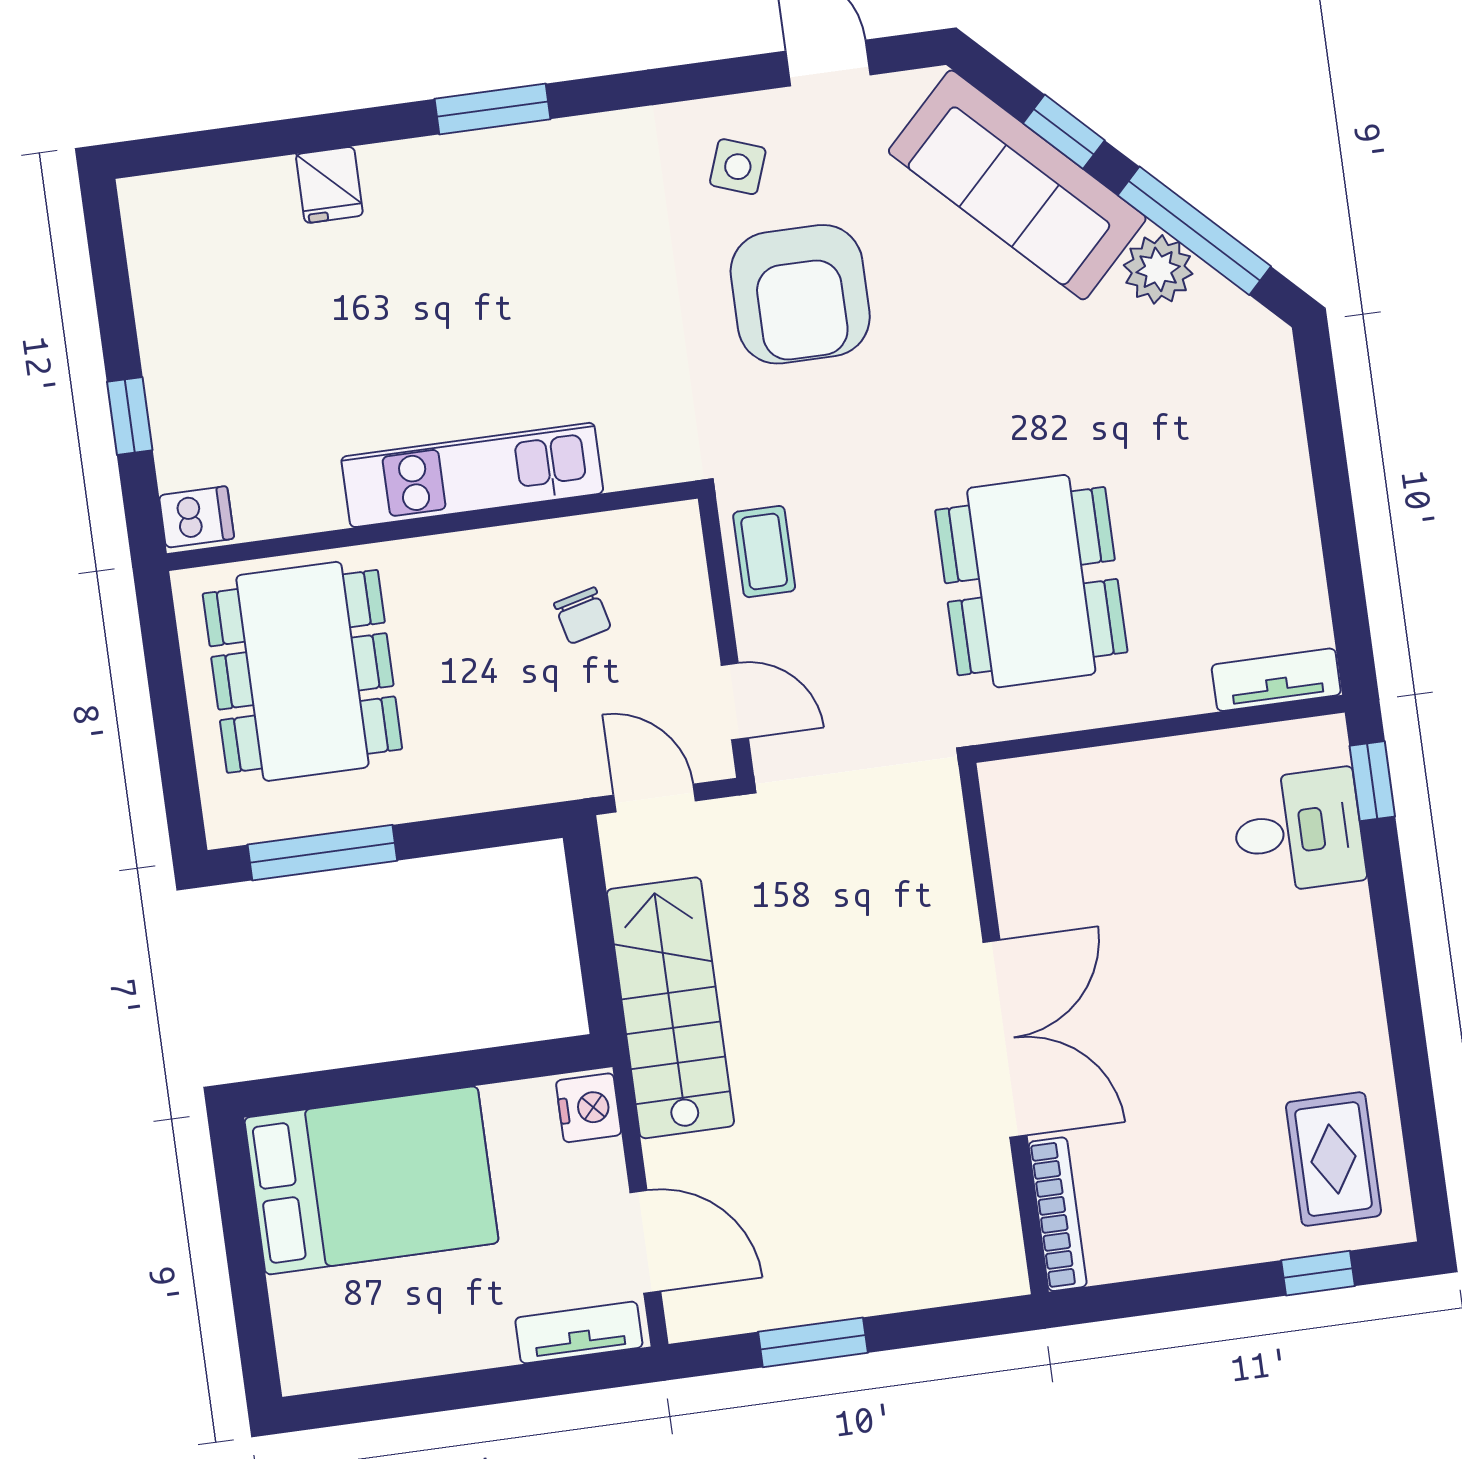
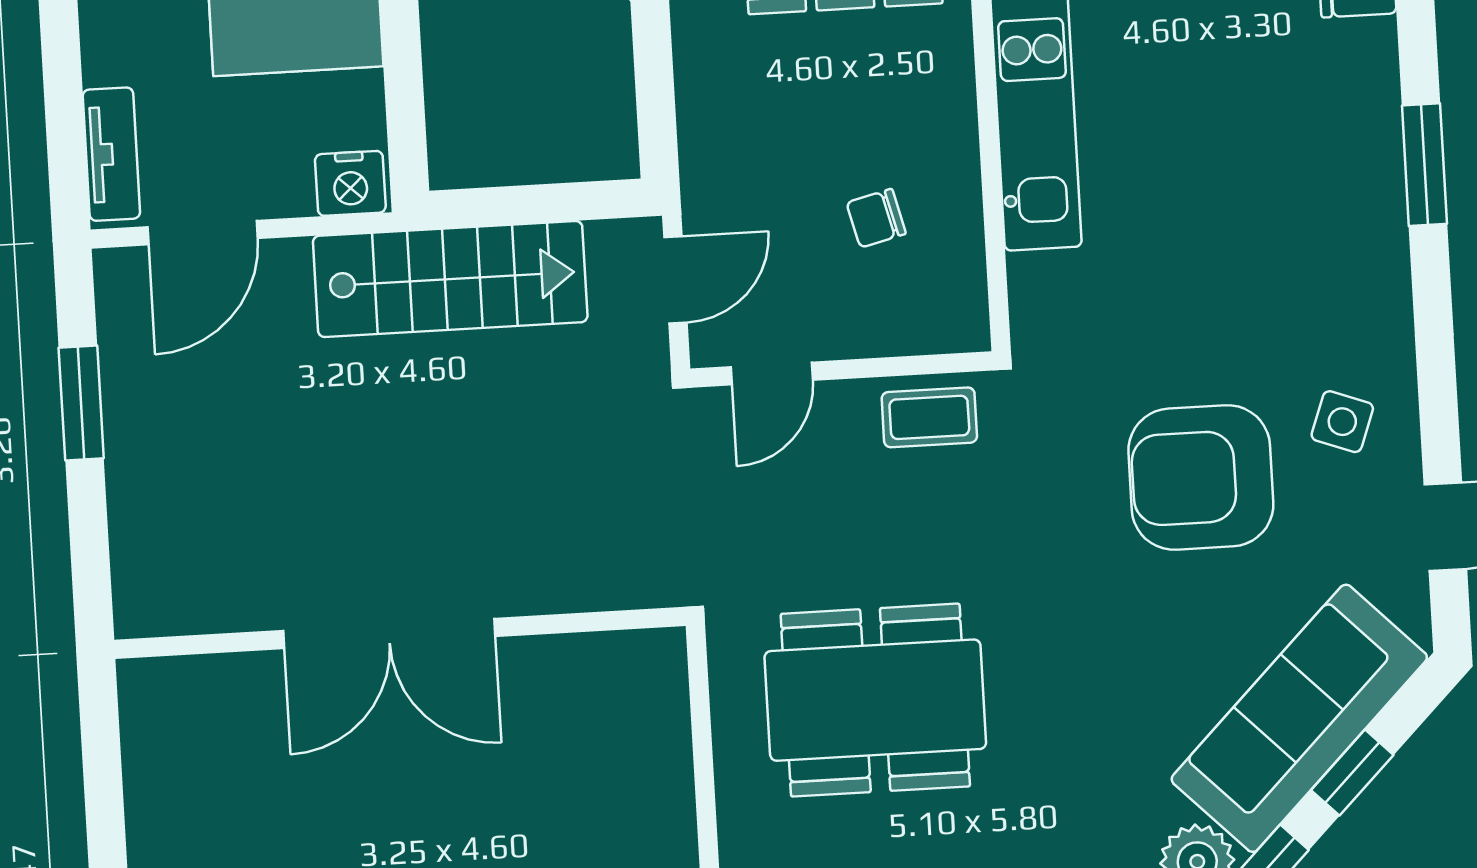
bookcase: (1058, 1214) -> (197, 675), removed

